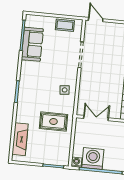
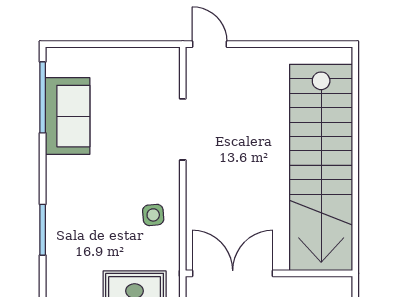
coffee table: (65, 25) -> (139, 64), removed
double door: (96, 118) -> (233, 273), width x1.37

